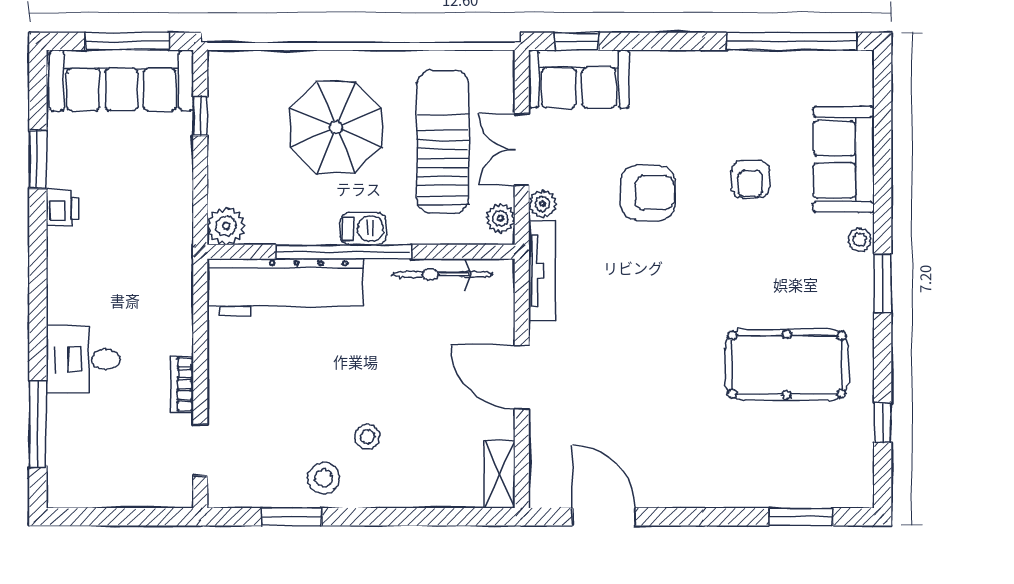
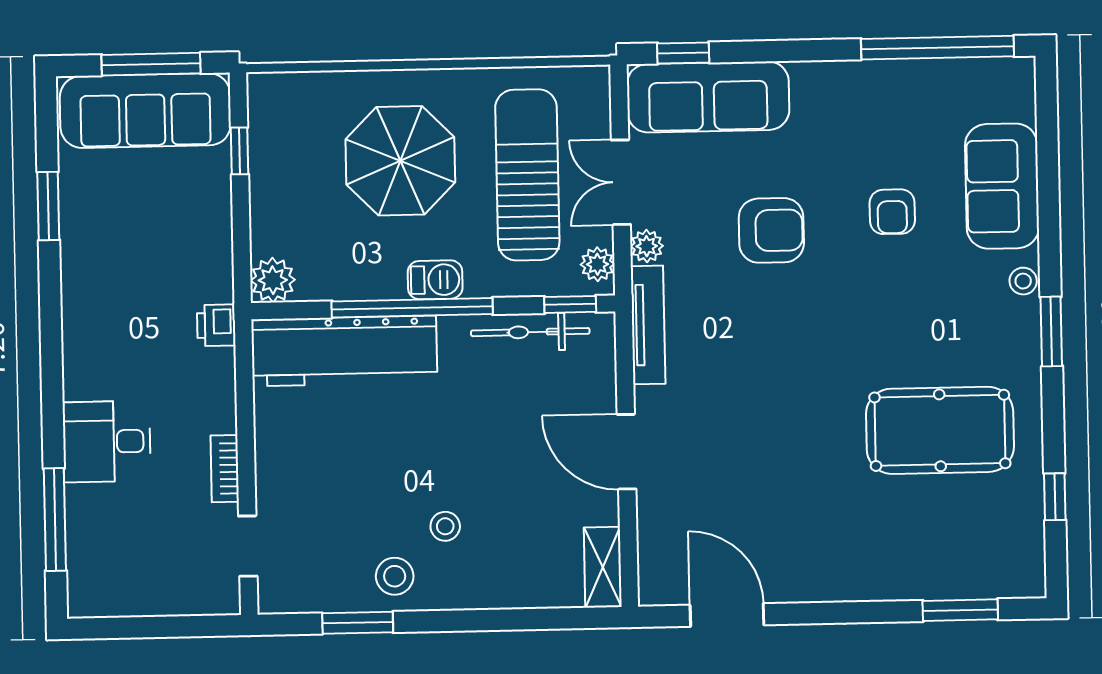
sofa: (579, 79) -> (708, 97), width x1.36
printer: (62, 208) -> (216, 325), moved, turned 180
window: (477, 252) -> (570, 304), added

